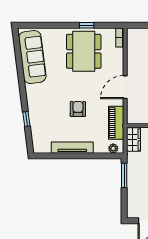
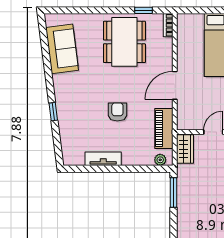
window: (87, 25) -> (144, 10), moved
sofa: (32, 57) -> (62, 49), width x0.73
window: (26, 119) -> (53, 112), moved
tv unit: (72, 148) -> (103, 159), width x0.71

